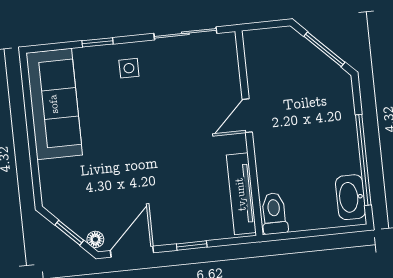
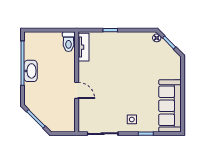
door: (247, 116) -> (77, 90), hinge flipped
tv unit: (241, 194) -> (84, 47), width x0.71
washbasin: (351, 197) -> (31, 71), moved
door: (132, 252) -> (140, 30), removed

